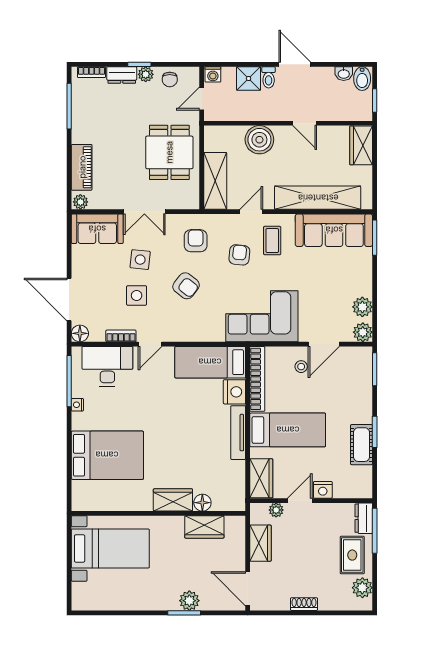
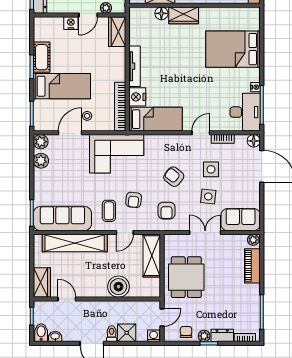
door: (305, 123) -> (67, 299), moved
desk: (107, 366) -> (245, 112), moved, turned -90
bed: (288, 430) -> (62, 86), moved, turned 180

